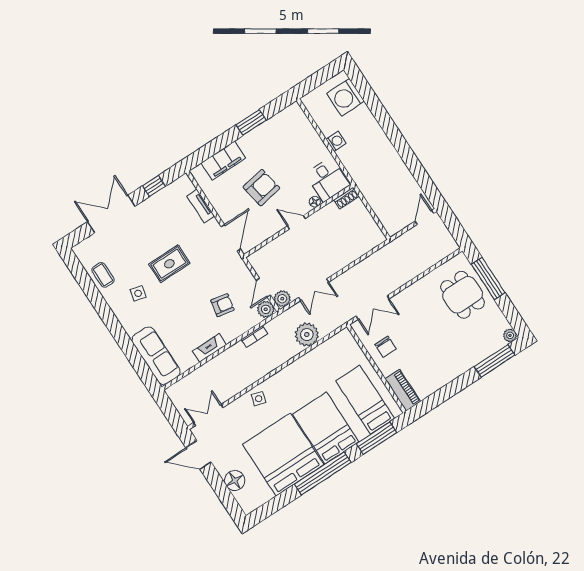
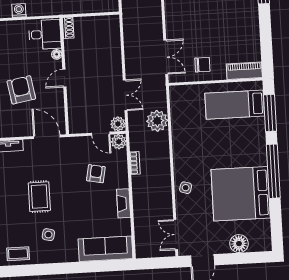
bed: (326, 428) -> (239, 148), removed

